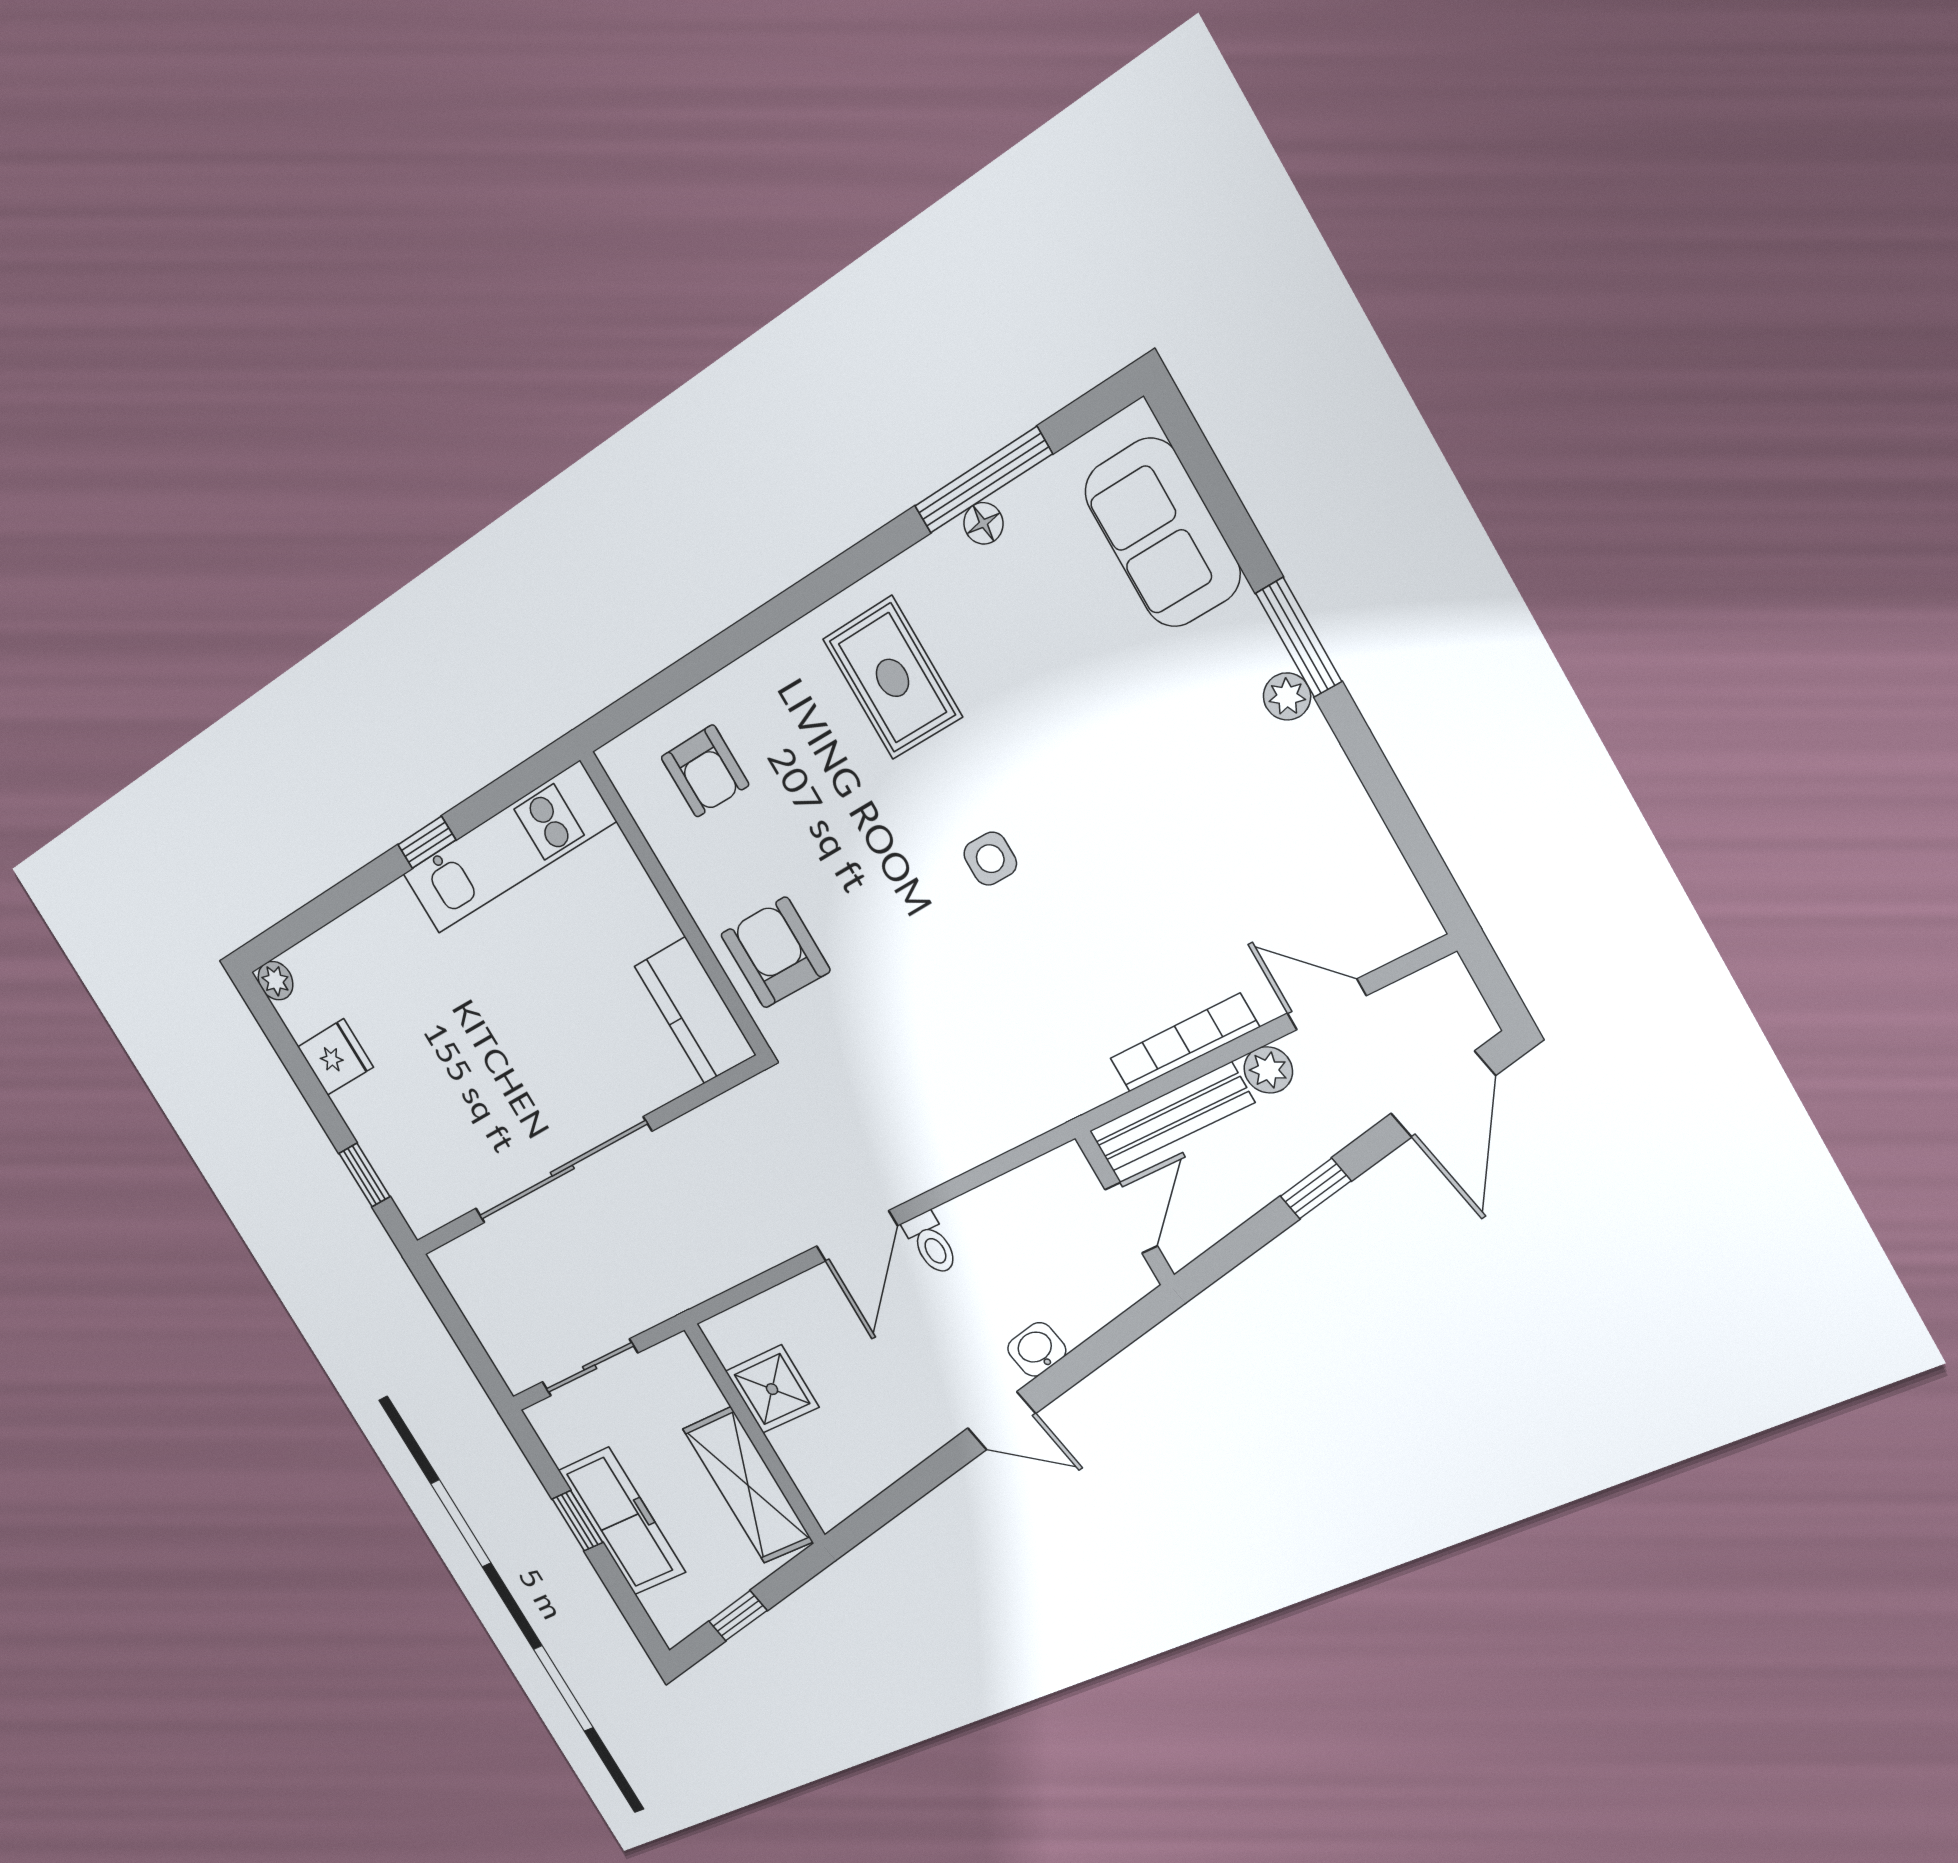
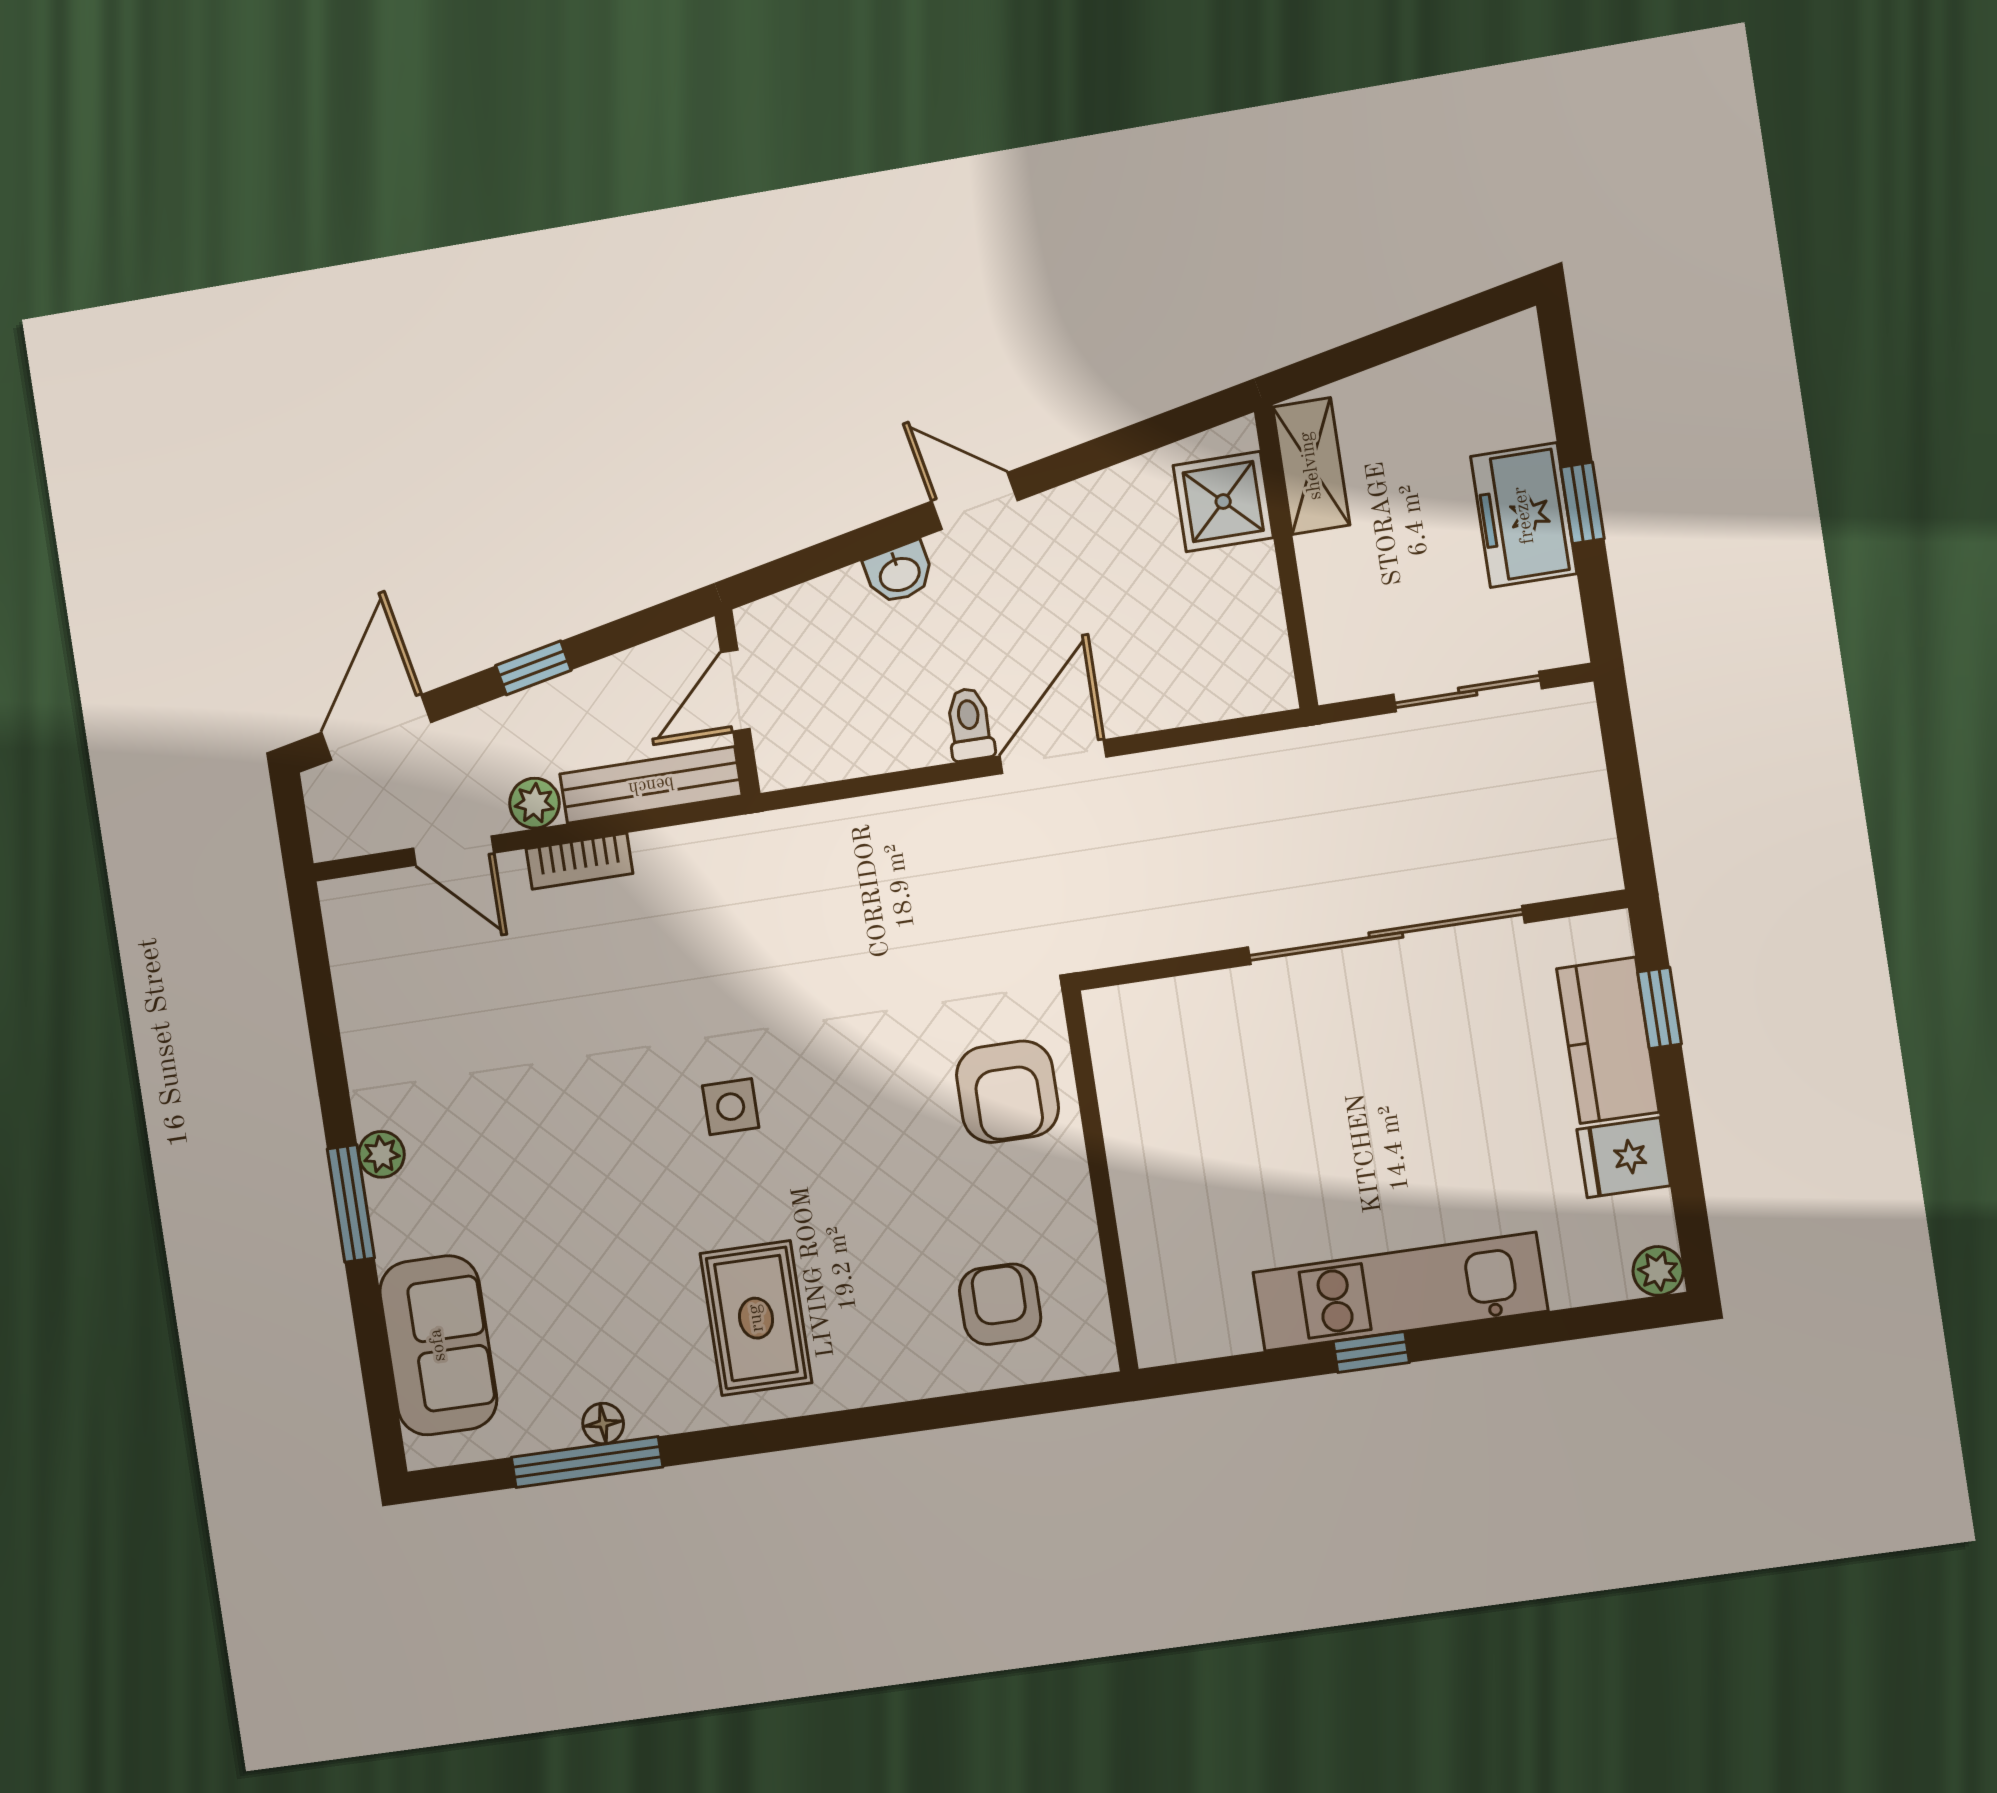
kitchen unit: (508, 848) -> (1400, 1292), moved
kitchen counter: (695, 1011) -> (1608, 1040), moved, turned 180
bookcase: (1184, 1043) -> (579, 861), width x0.64
shower: (772, 1389) -> (1223, 502), moved
shelving: (748, 1485) -> (1311, 466), width x0.67, depth x0.75
freezer: (622, 1521) -> (1524, 515), width x0.71
window: (738, 1616) -> (1418, 333), removed

